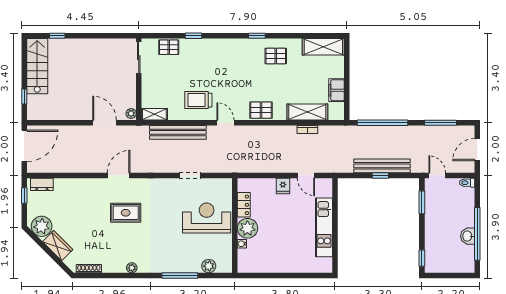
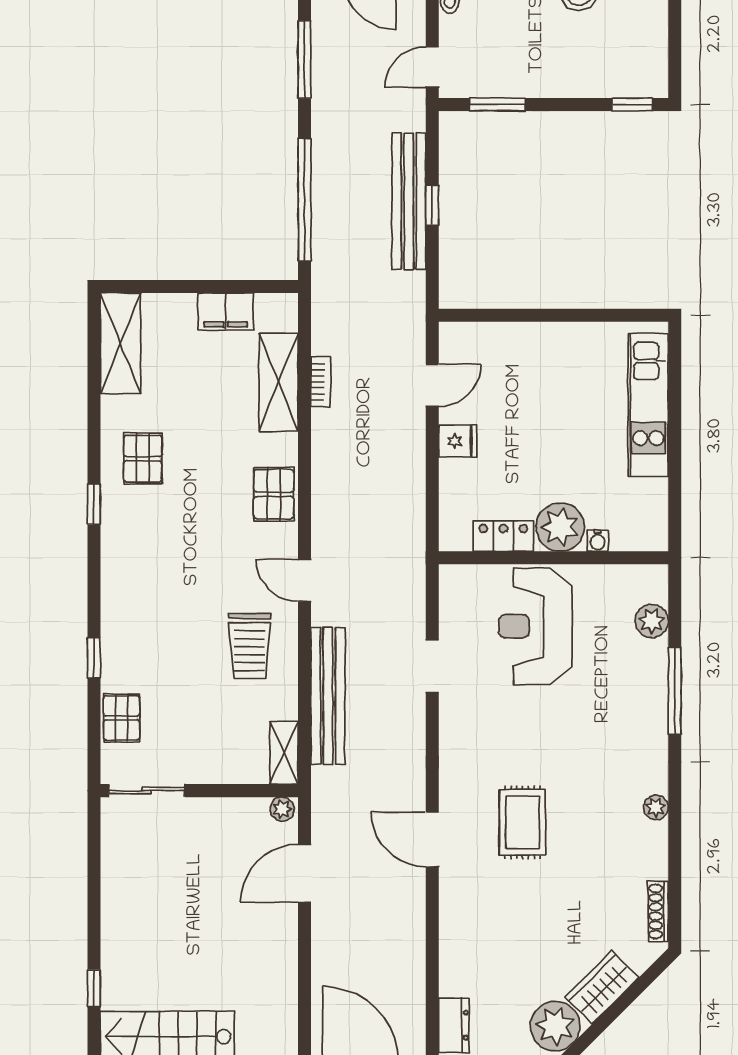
door: (225, 123) -> (305, 580), hinge flipped
kitchen unit: (324, 227) -> (648, 405), moved, turned 90

